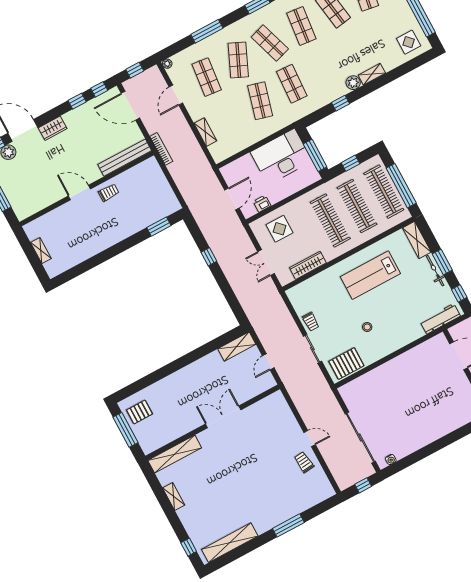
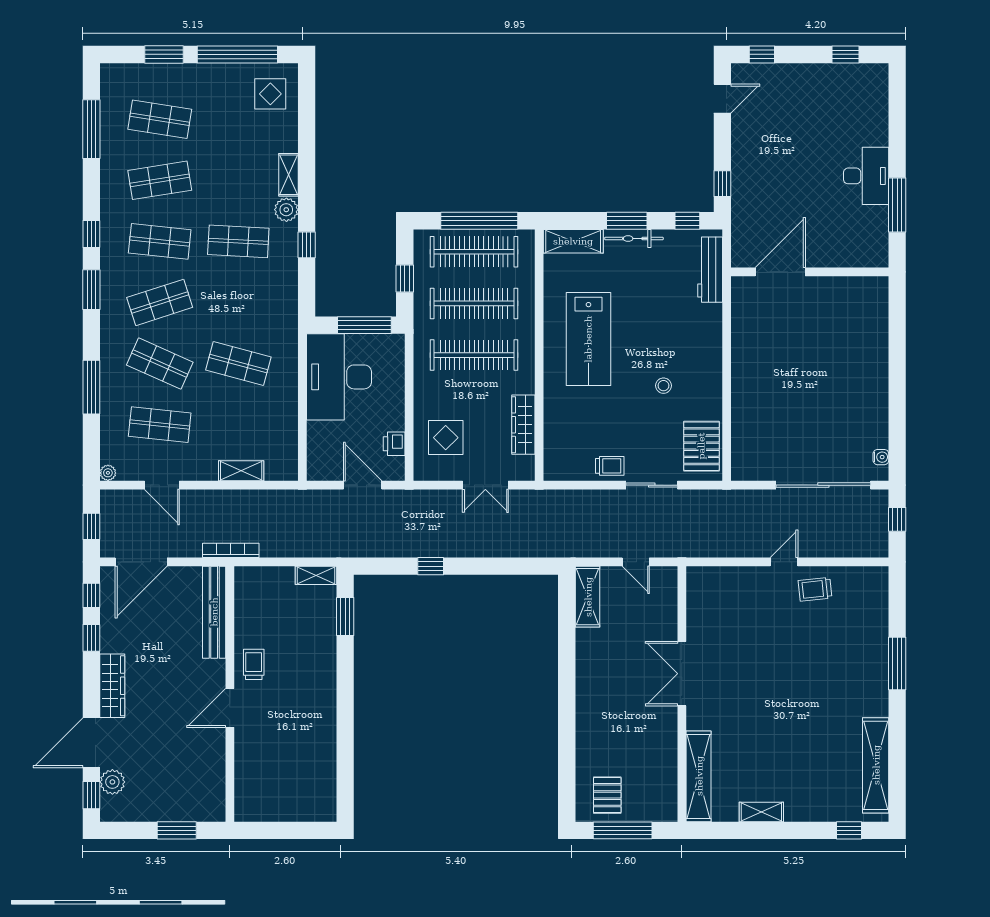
shop shelf: (292, 84) -> (238, 241), moved
wardrobe: (53, 128) -> (112, 686), width x1.50
shelving: (41, 251) -> (316, 575), moved

